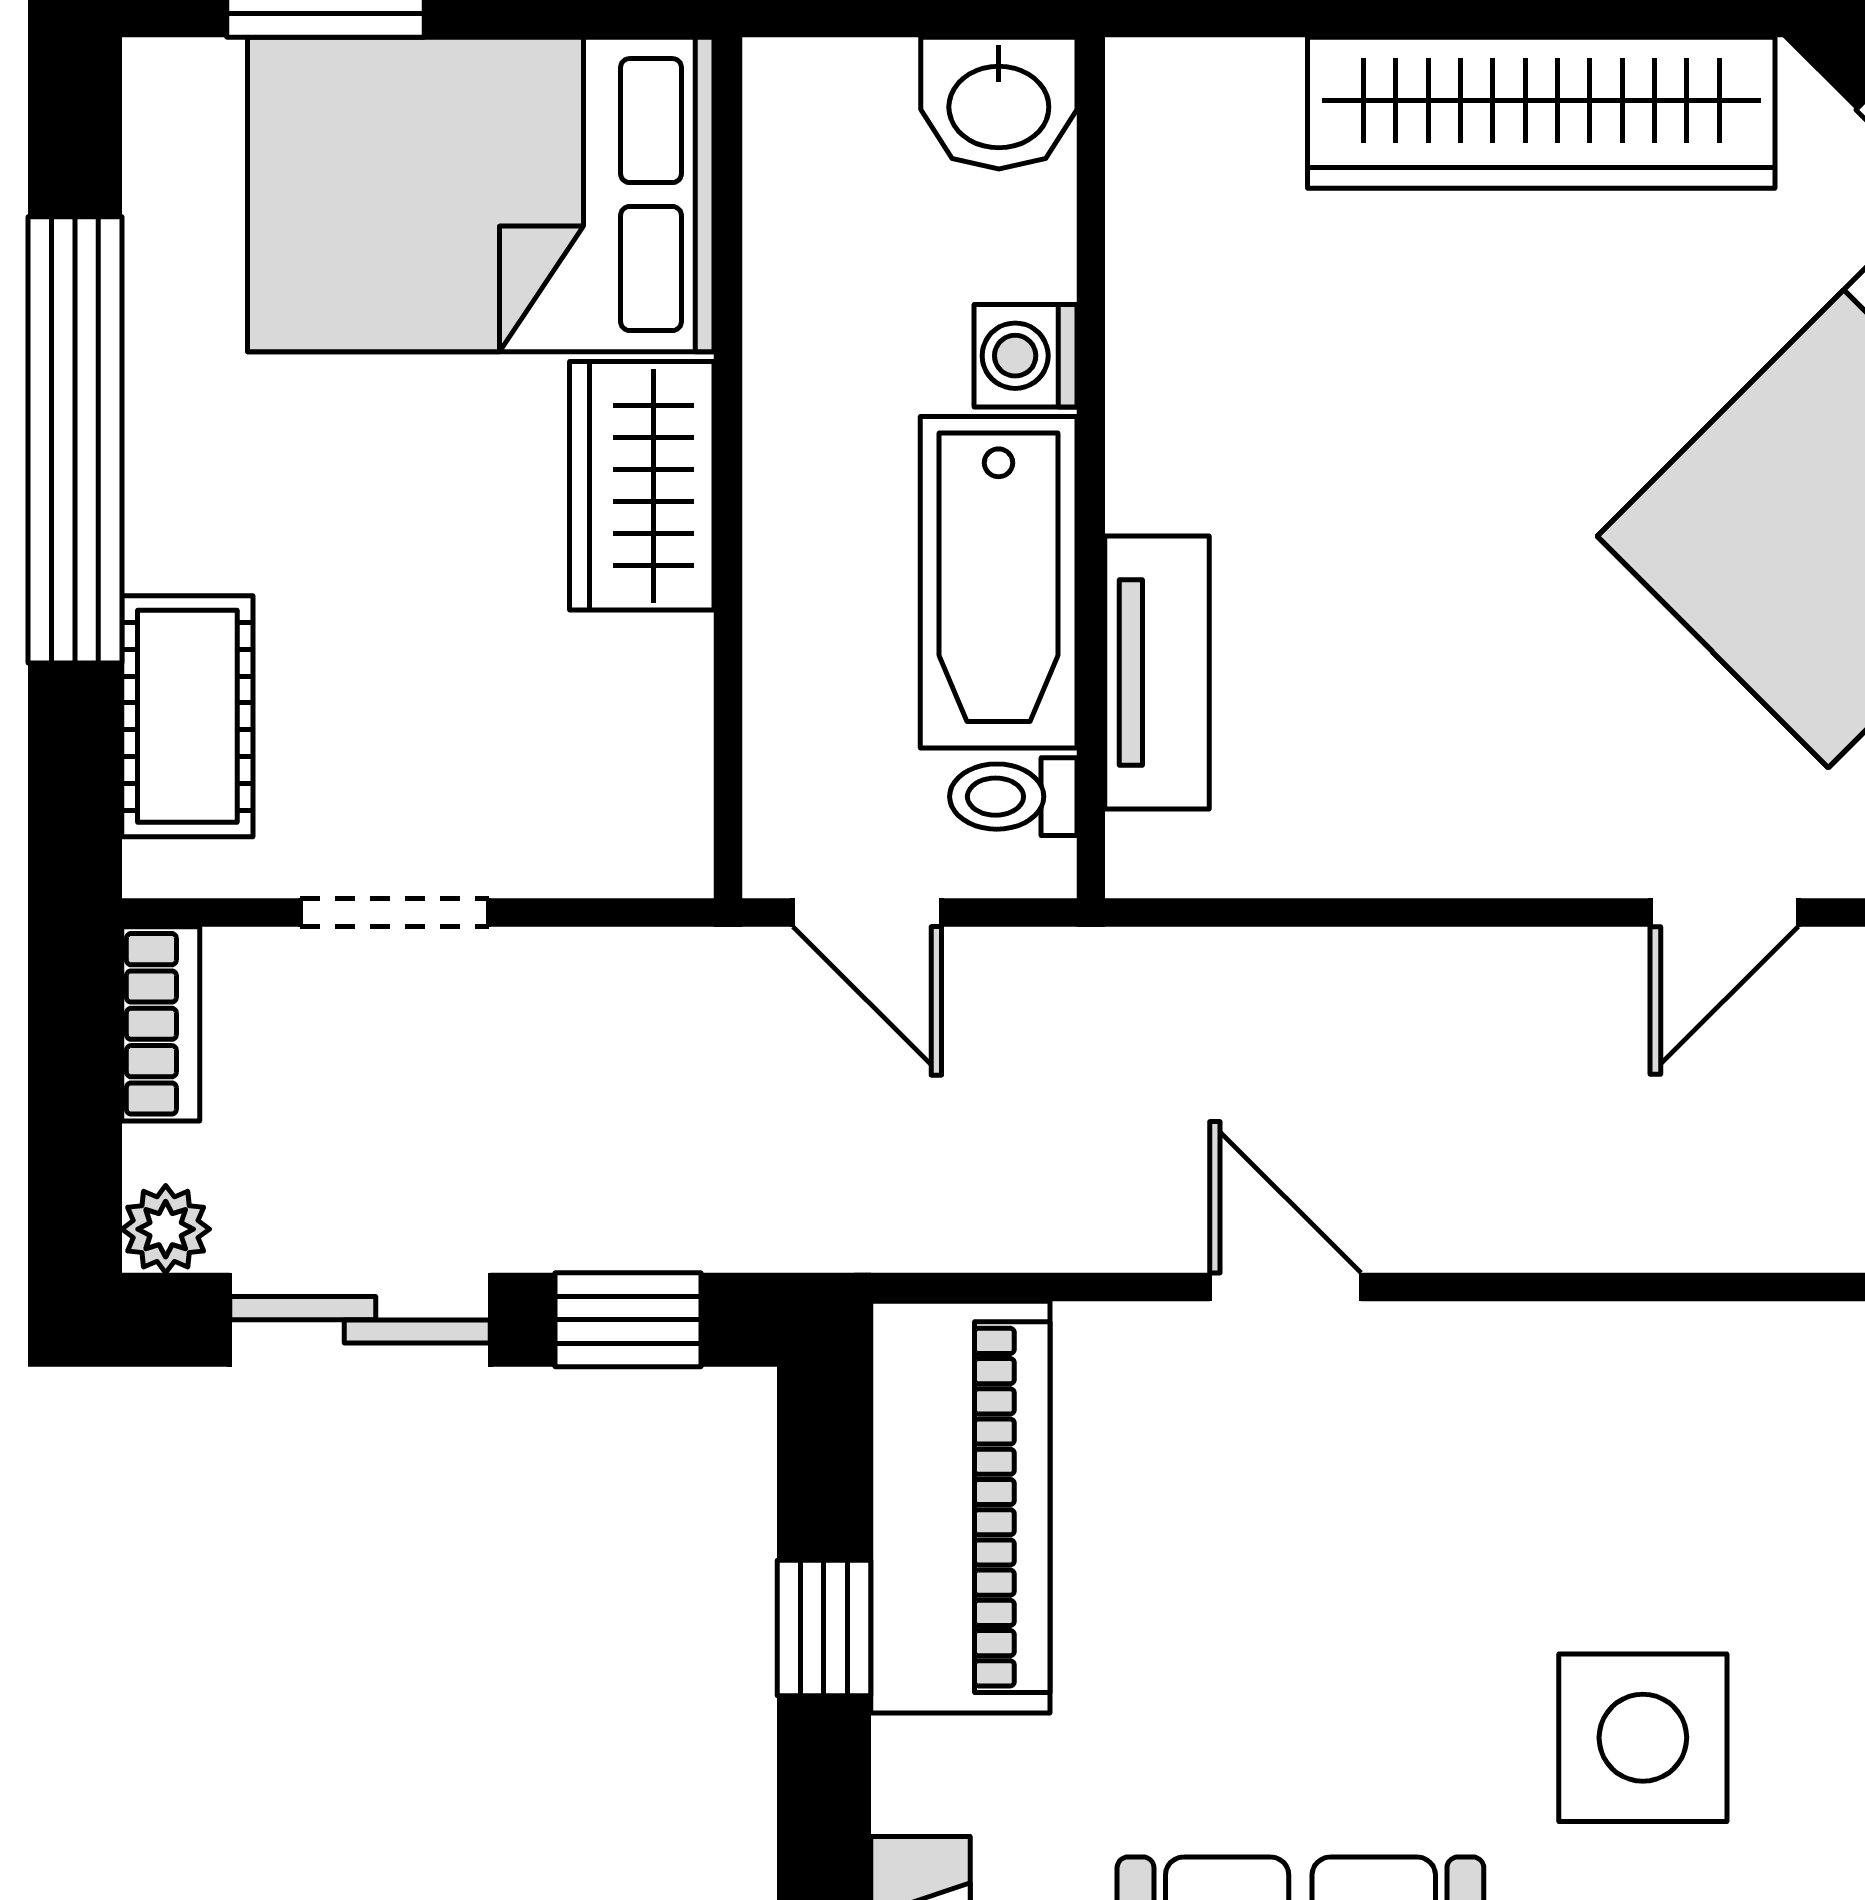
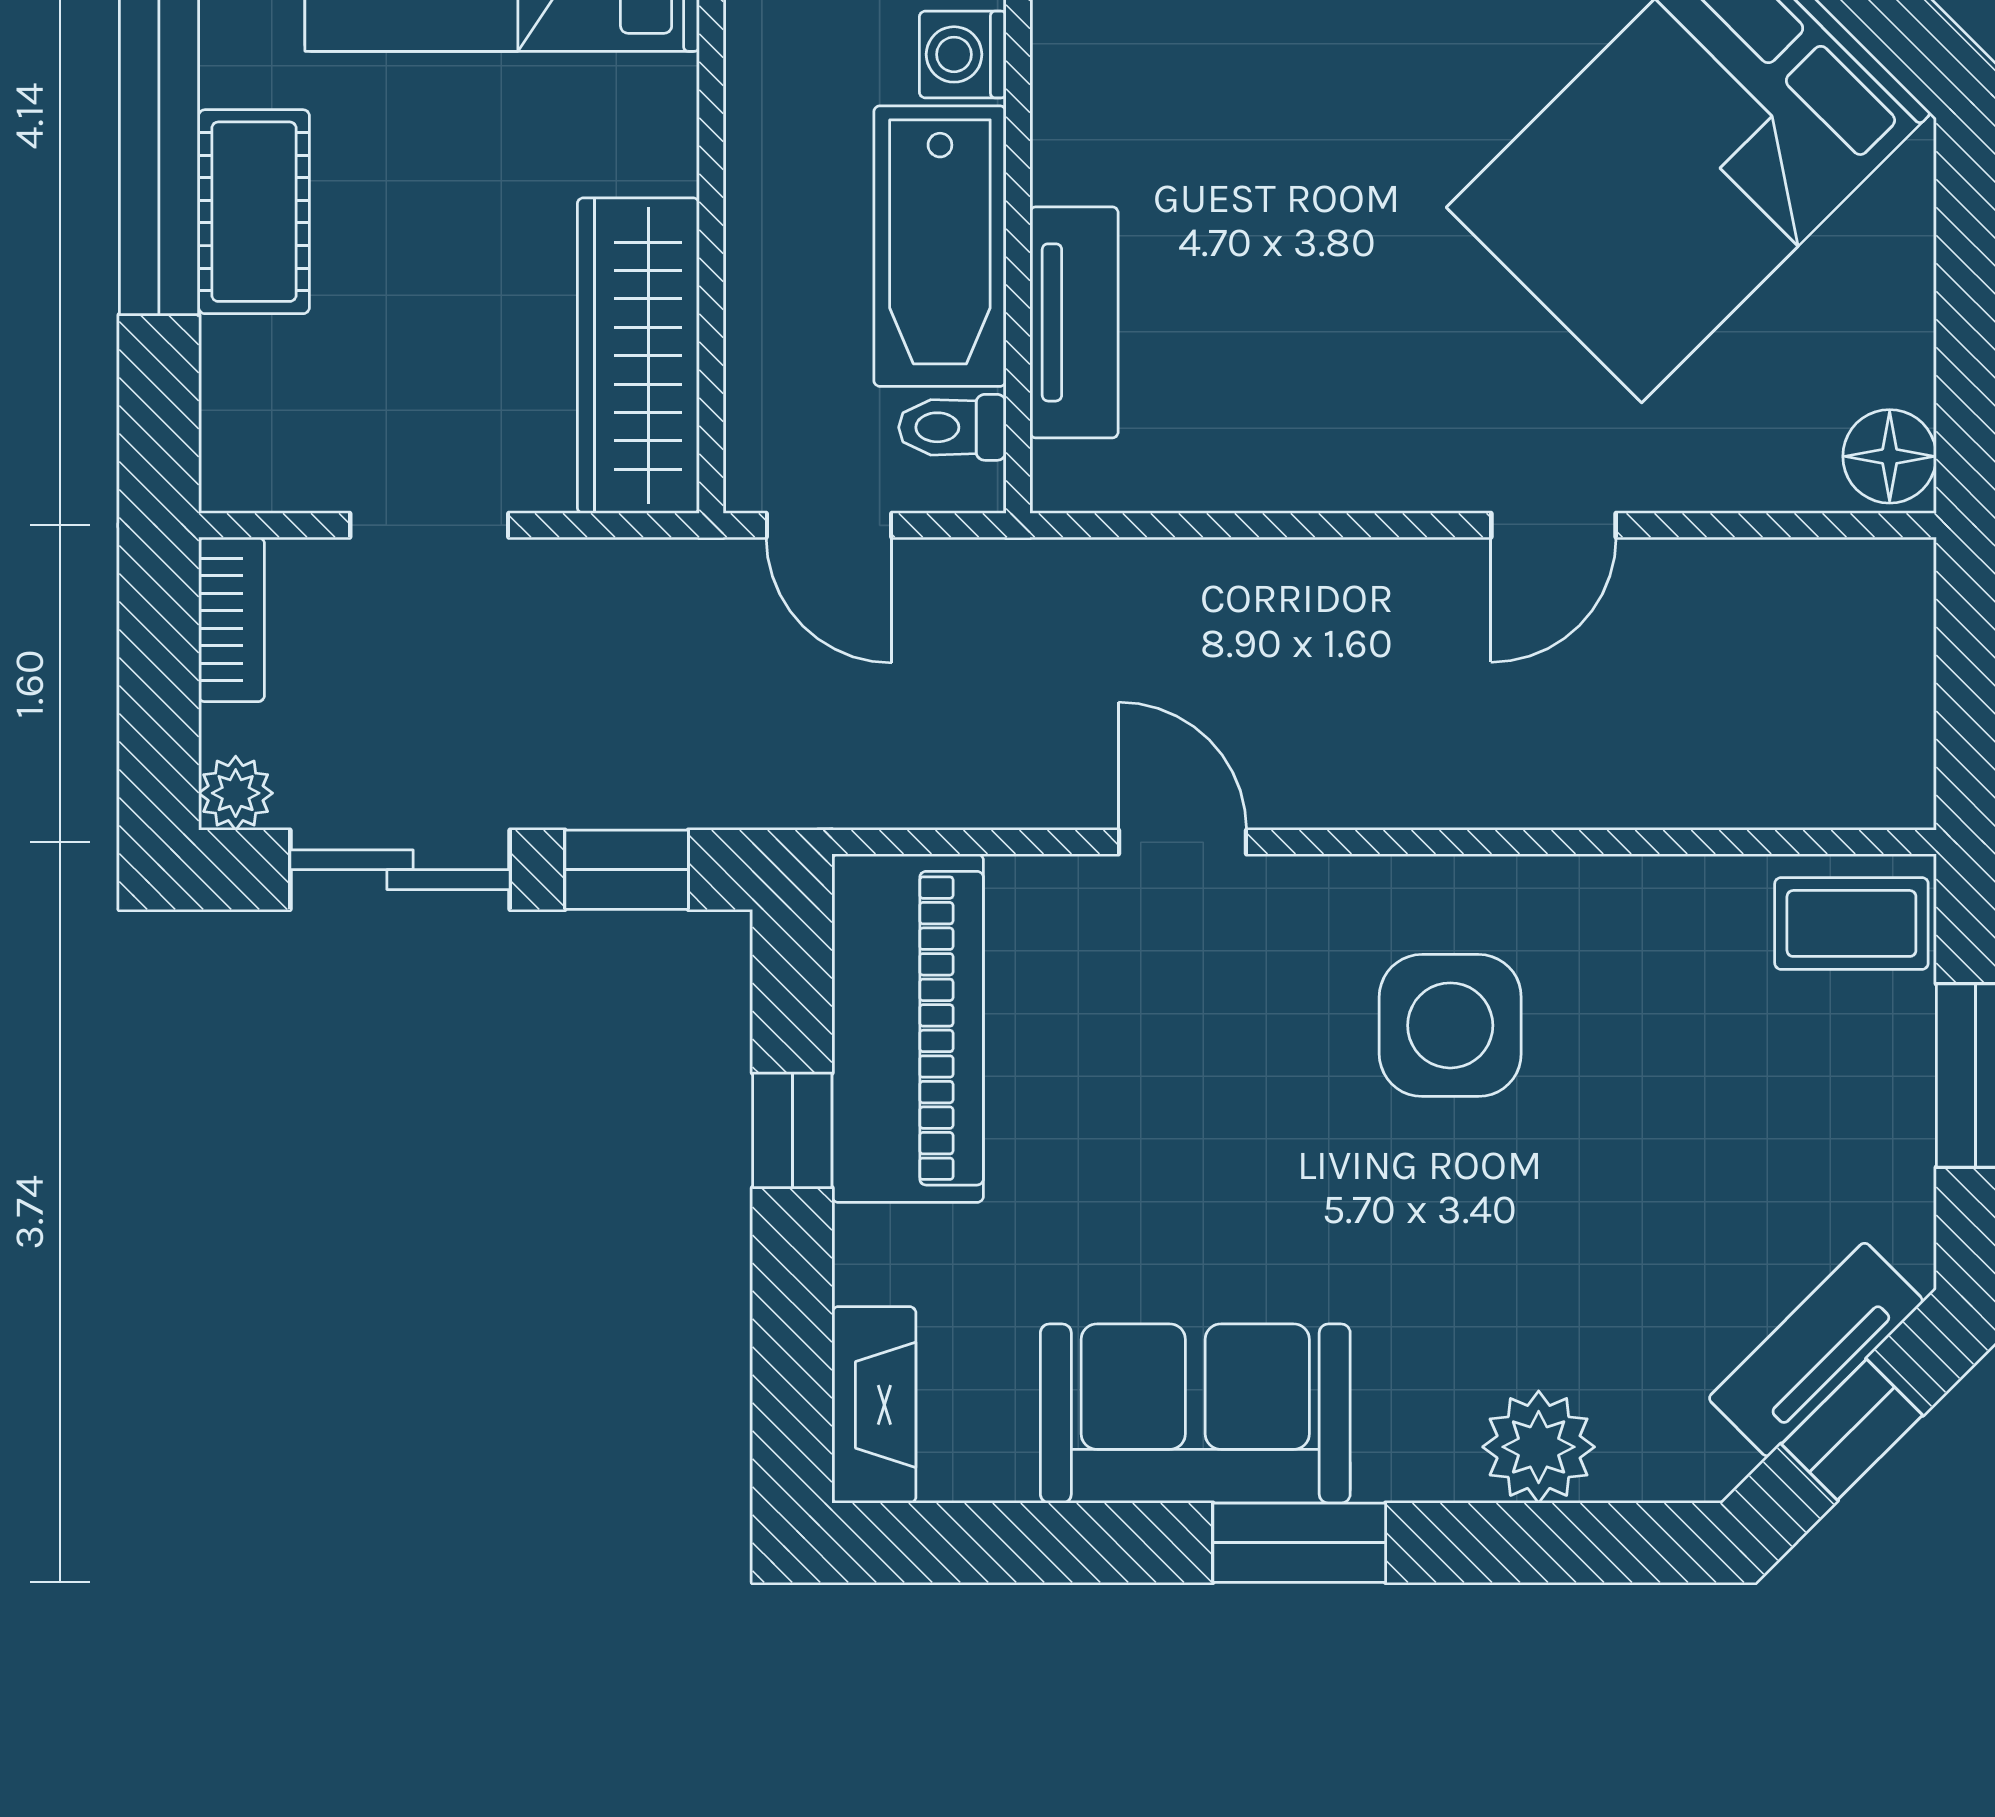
wardrobe: (642, 486) -> (638, 356), moved, width x1.50
cot: (187, 716) -> (254, 212), moved
side table: (1643, 1738) -> (1450, 1025), moved

